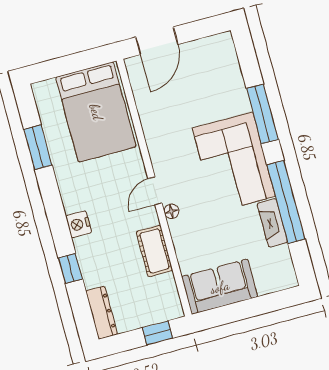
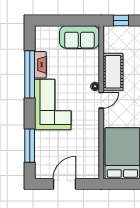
door: (157, 41) -> (64, 184), moved
window: (262, 114) -> (30, 146), moved
cot: (154, 251) -> (113, 72), width x1.37, depth x1.34

